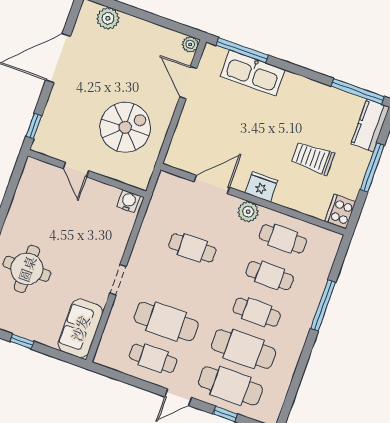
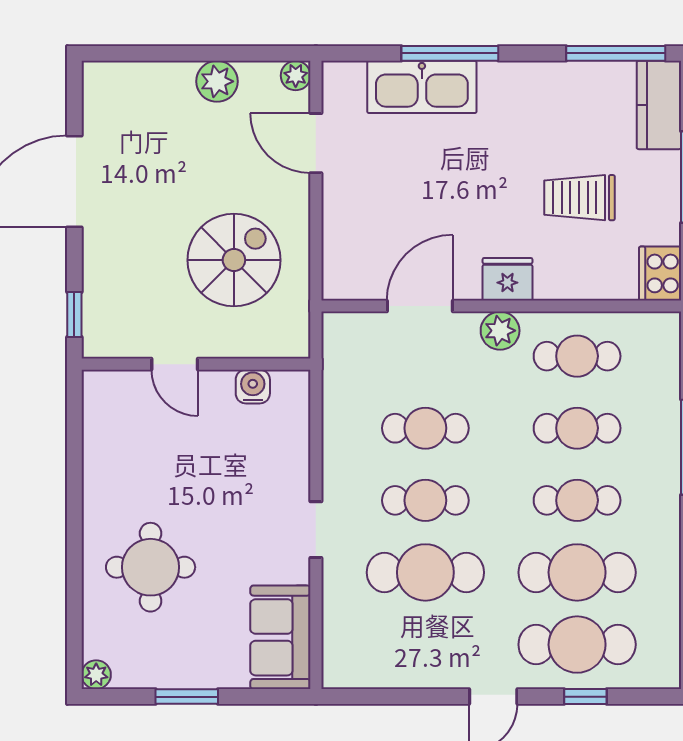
plant: (108, 18) -> (217, 81), moved
window: (242, 50) -> (450, 53), moved
water cooler: (128, 201) -> (253, 387), moved
window: (22, 341) -> (187, 697), width x1.50
cafe table: (153, 358) -> (425, 500), moved

